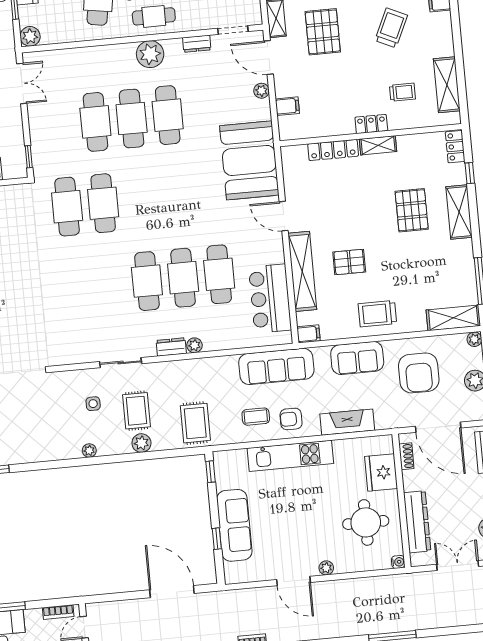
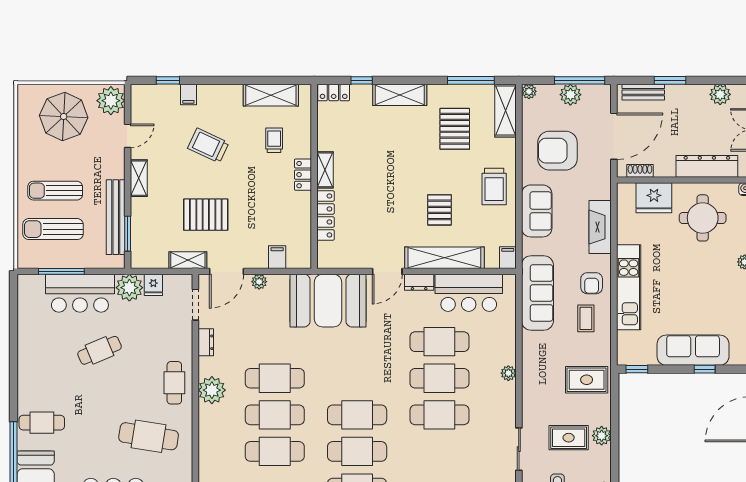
cafe table: (139, 200) -> (357, 415), added
pallet: (412, 210) -> (455, 129), moved, turned 90
dresser: (171, 347) -> (419, 282), moved, turned -90
armchair: (419, 373) -> (557, 151), turned 180

